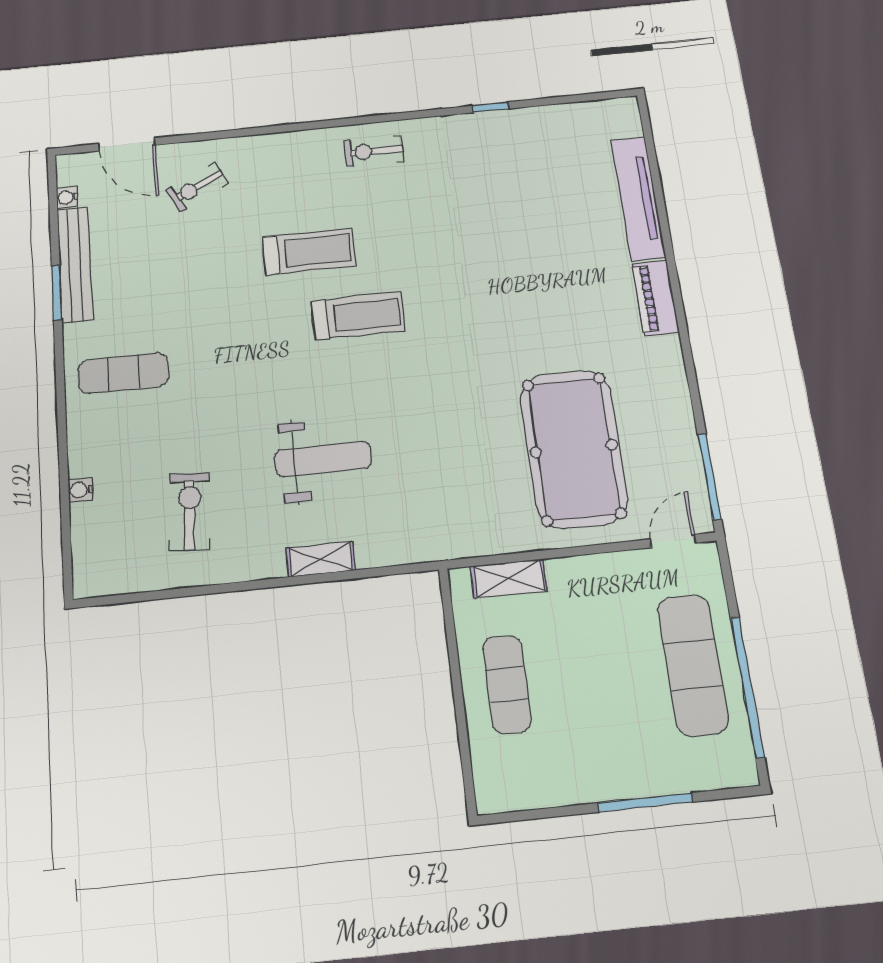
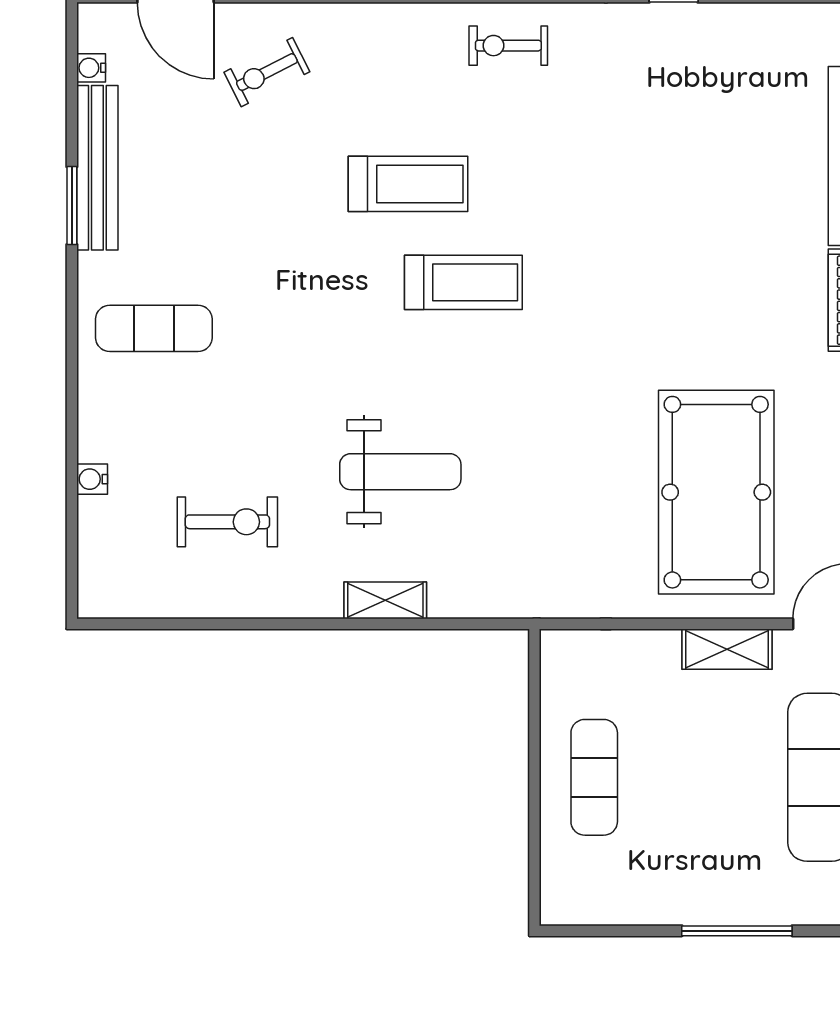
exercise bike: (189, 511) -> (227, 522), turned 86
shelving: (509, 578) -> (727, 649), moved

